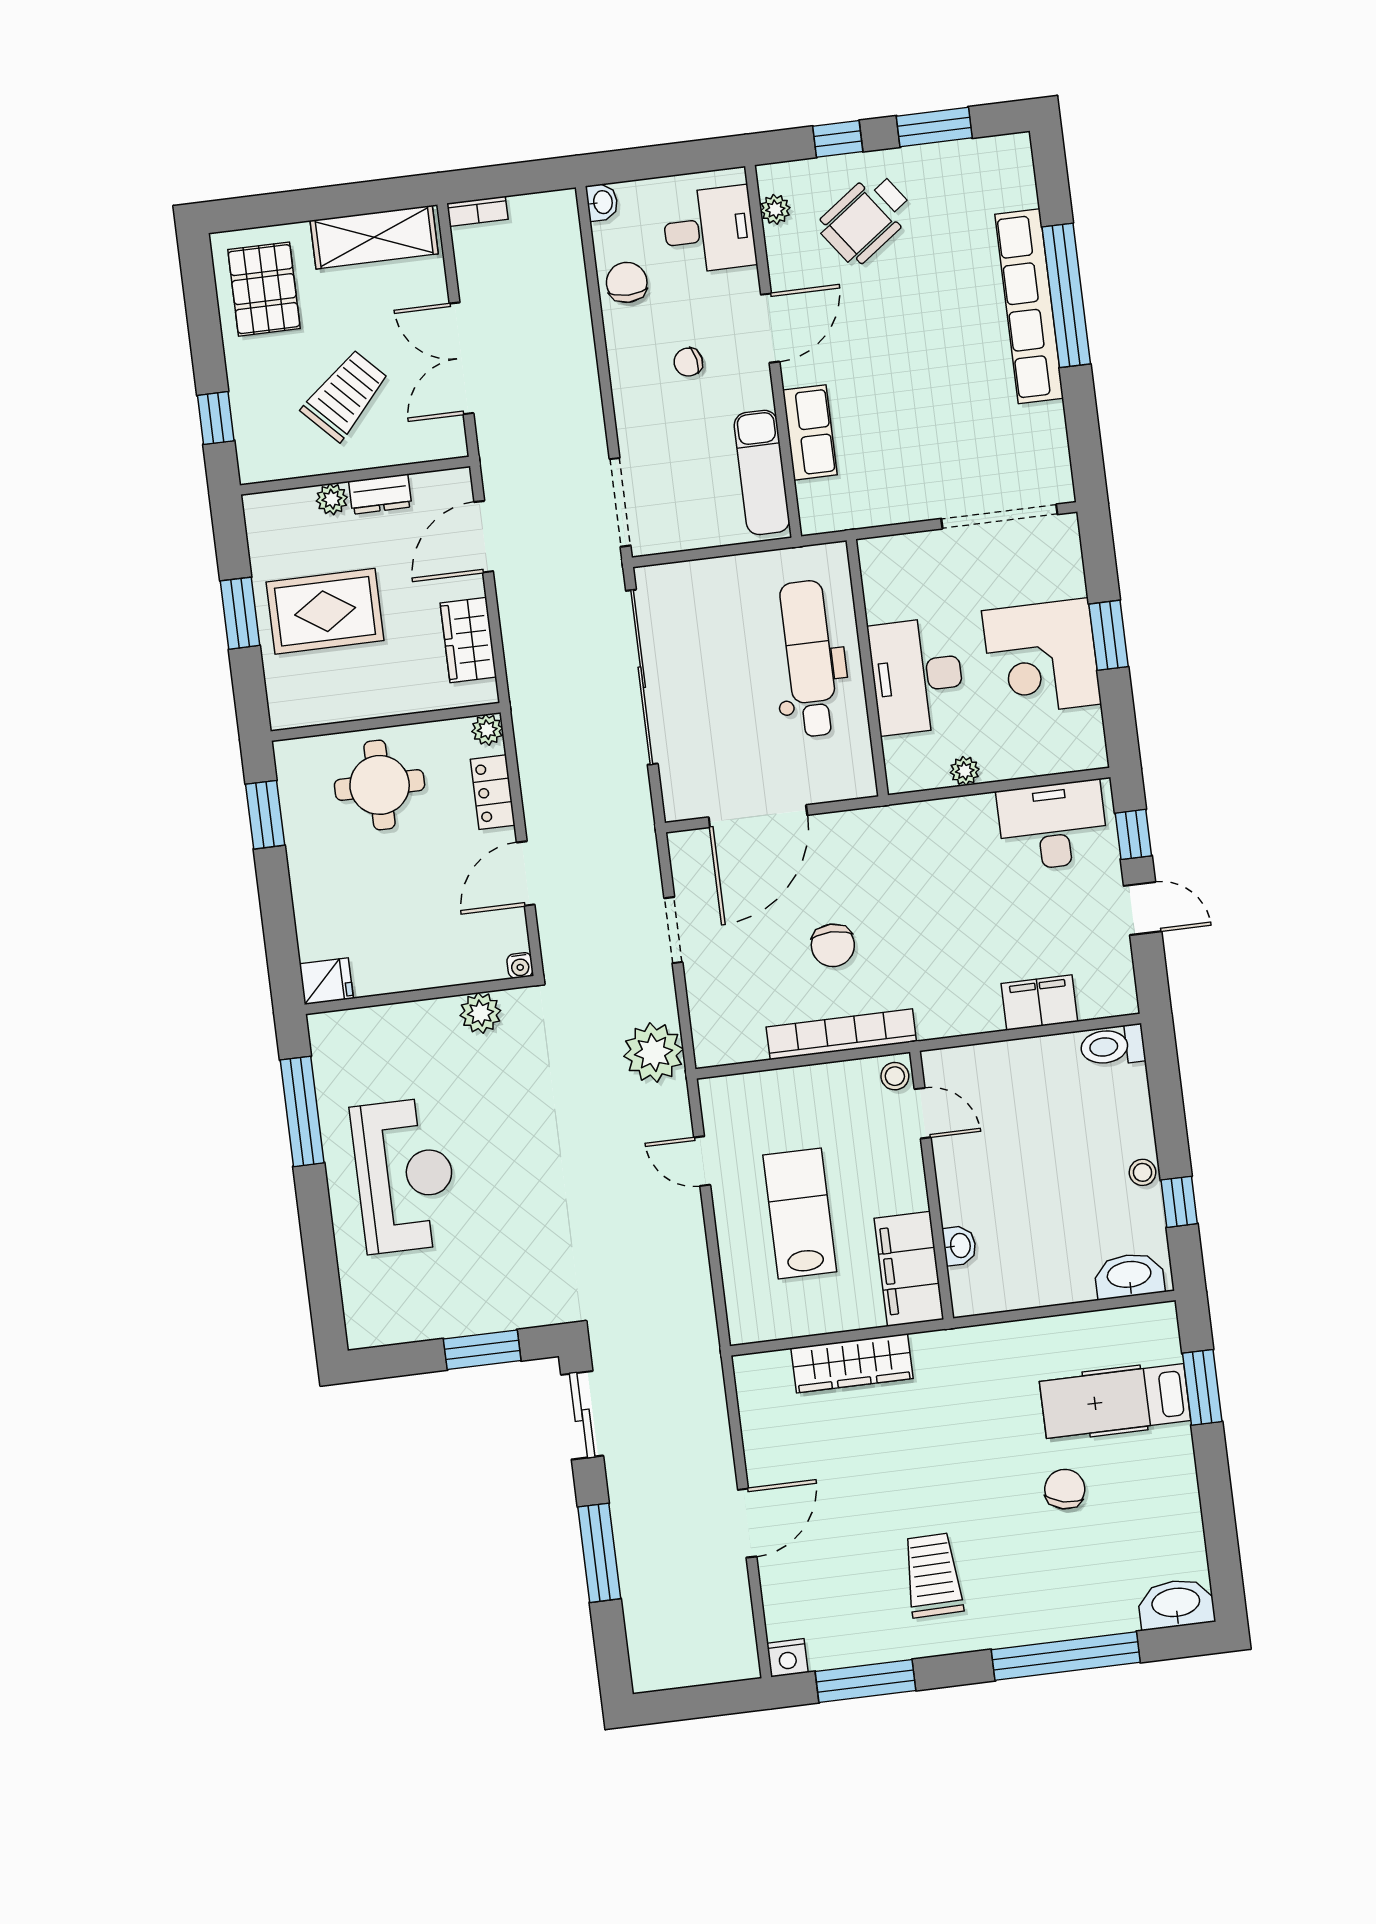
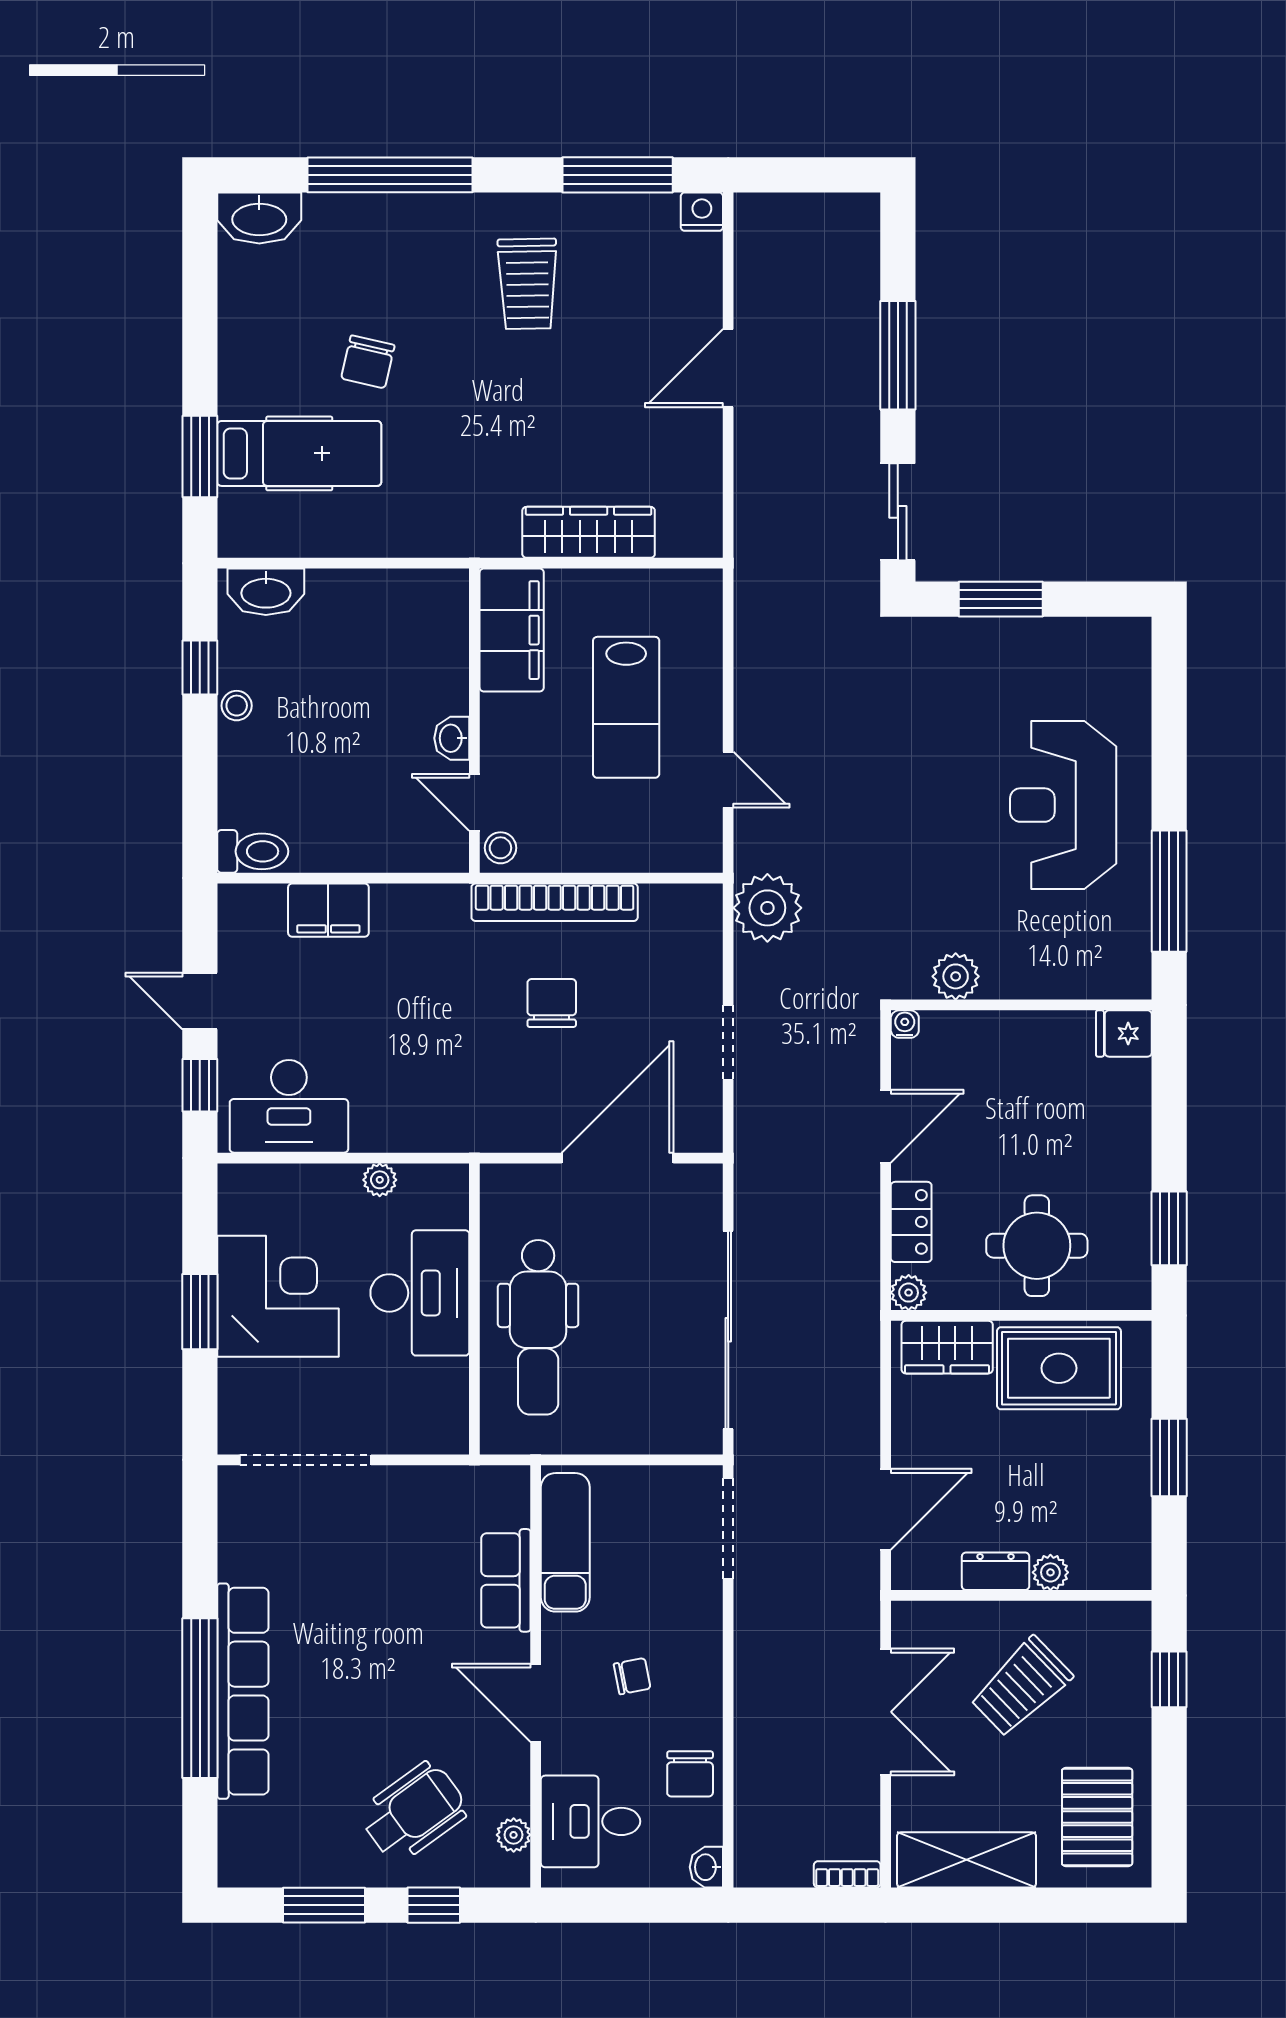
door: (770, 328) -> (536, 1703), hinge flipped
rug: (325, 611) -> (1059, 1368), moved
wardrobe: (468, 640) -> (947, 1347), moved, turned 90
washbasin: (959, 1246) -> (452, 738), moved

